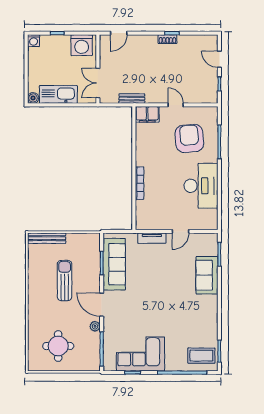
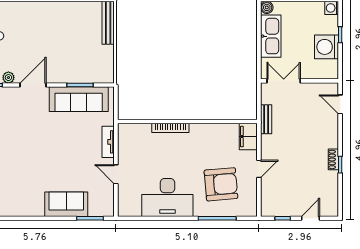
washing machine: (82, 45) -> (327, 47), moved
sun lounger: (65, 281) -> (60, 43), removed

